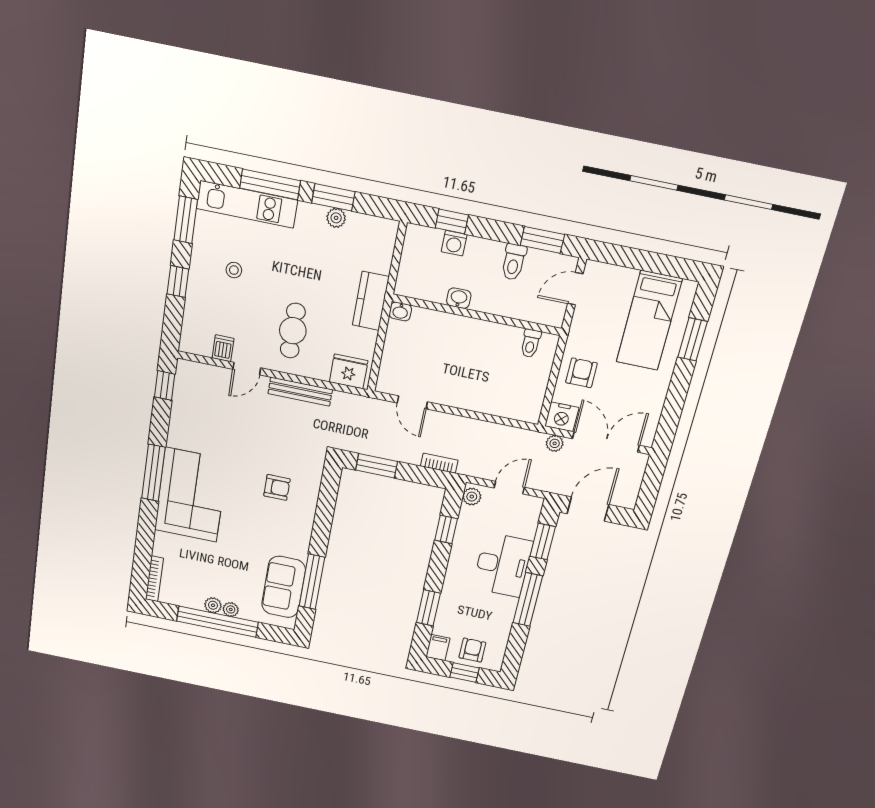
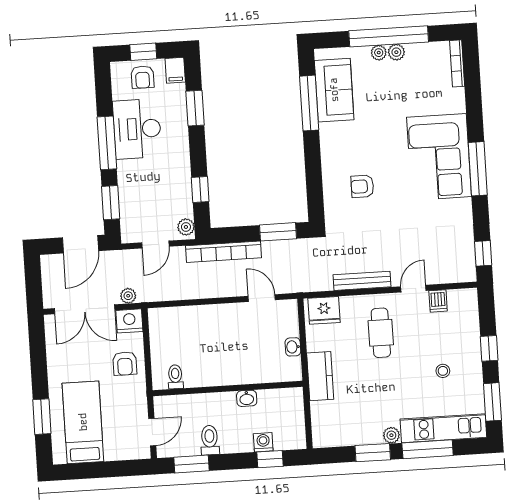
plant: (336, 218) -> (391, 435), moved
washbasin: (400, 311) -> (293, 347), moved, turned -90
bookcase: (439, 463) -> (223, 252), width x2.31, depth x1.31
desk: (503, 565) -> (137, 129), moved

